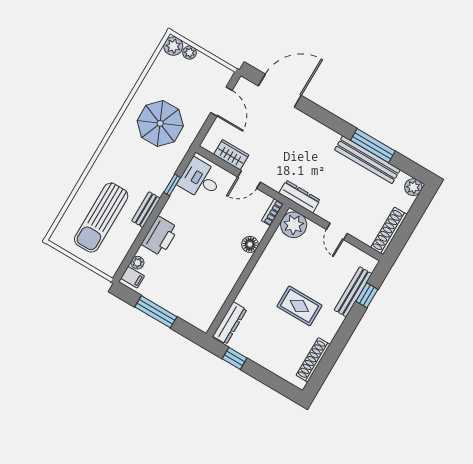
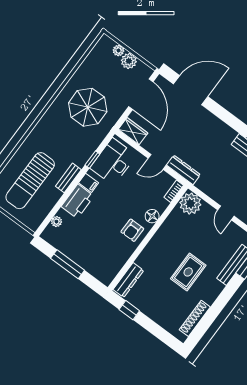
plant: (173, 46) -> (129, 61), moved
door: (221, 102) -> (141, 94), width x1.36
wardrobe: (231, 155) -> (133, 131), moved
desk: (200, 179) -> (113, 162), width x1.37
dresser: (300, 197) -> (183, 170), moved
armchair: (228, 264) -> (132, 230), added
filing cabinet: (133, 277) -> (89, 183), moved
rug: (299, 306) -> (188, 272), turned 90

